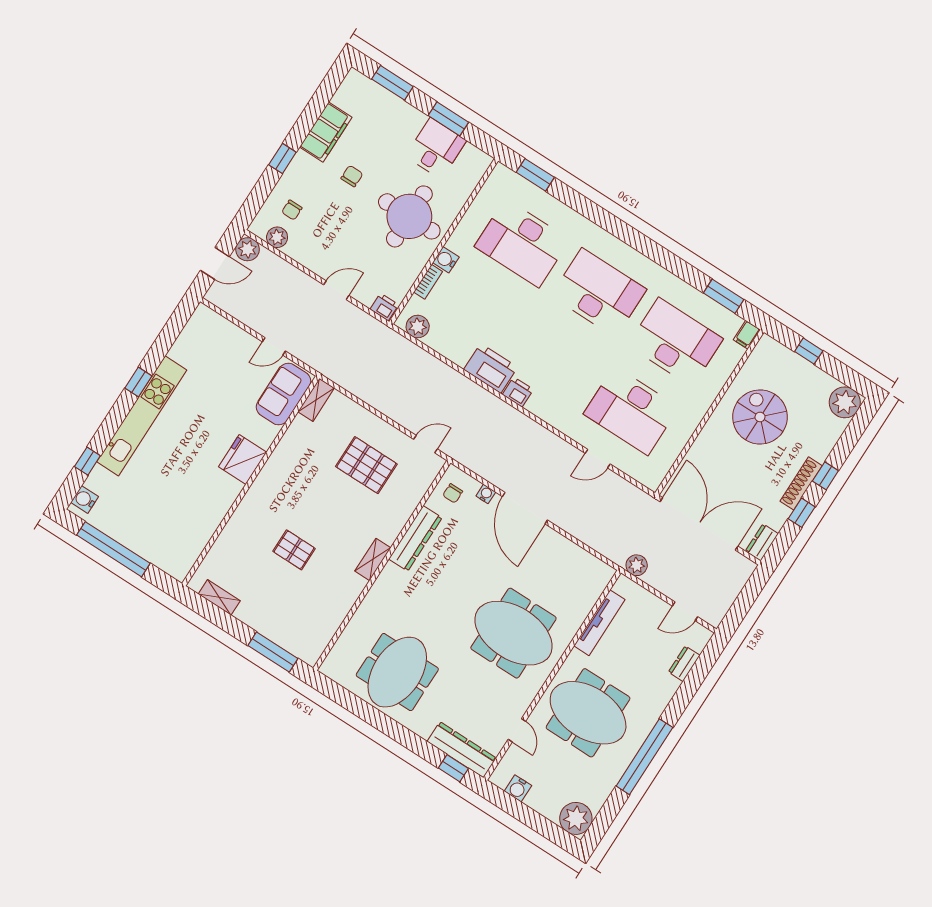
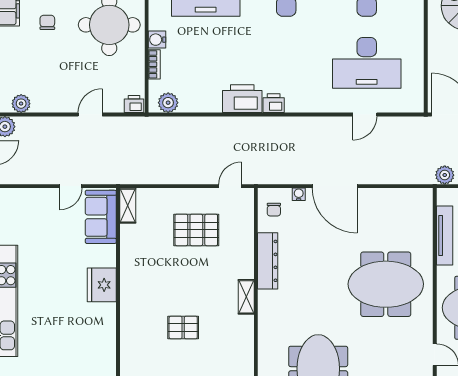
chair: (292, 210) -> (19, 76), removed

